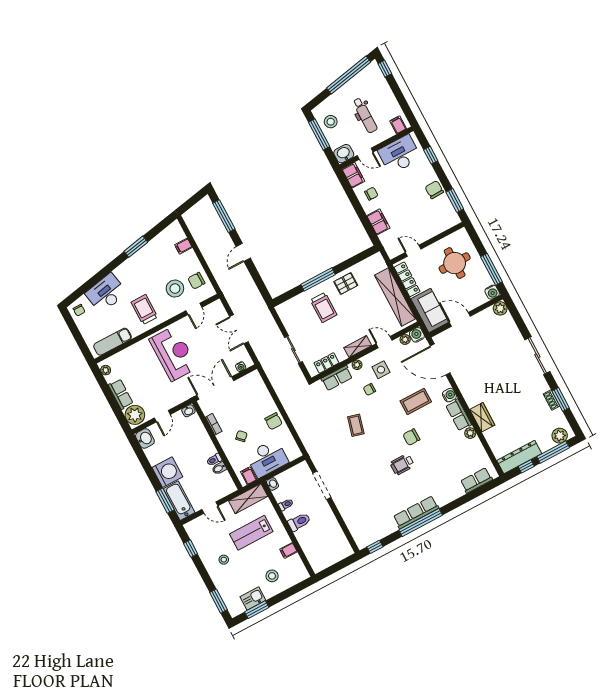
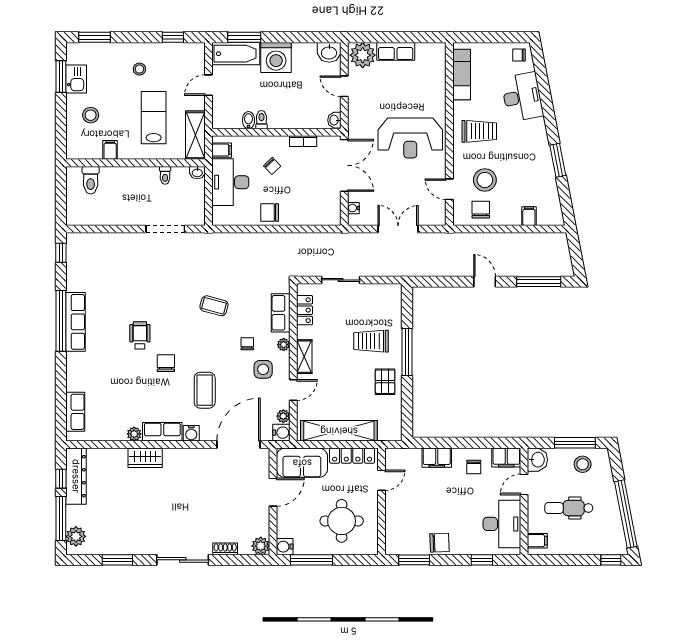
plant: (106, 370) -> (433, 49), removed
shoe rack: (551, 400) -> (225, 549), moved
toilet: (299, 522) -> (91, 180), moved

